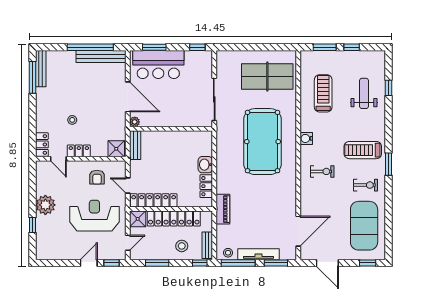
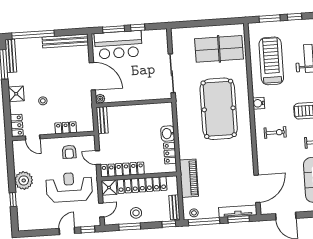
window: (90, 47) -> (33, 35), moved
window: (197, 47) -> (138, 28), moved
treadmill: (323, 93) -> (271, 61), width x1.37, depth x1.38
shower: (116, 149) -> (16, 94), moved
locker: (79, 151) -> (66, 128), moved
piano: (223, 209) -> (189, 178), width x1.37, depth x1.33
stool: (182, 246) -> (136, 213), moved
tv unit: (259, 254) -> (238, 211), moved

